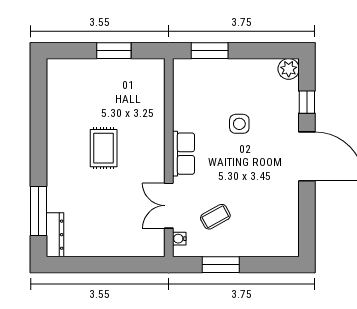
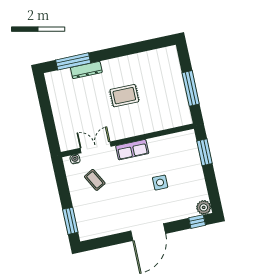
window: (114, 51) -> (191, 88), width x1.44
window: (307, 102) -> (197, 222), moved
dresser: (55, 235) -> (86, 70), moved
window: (221, 265) -> (70, 221), moved

